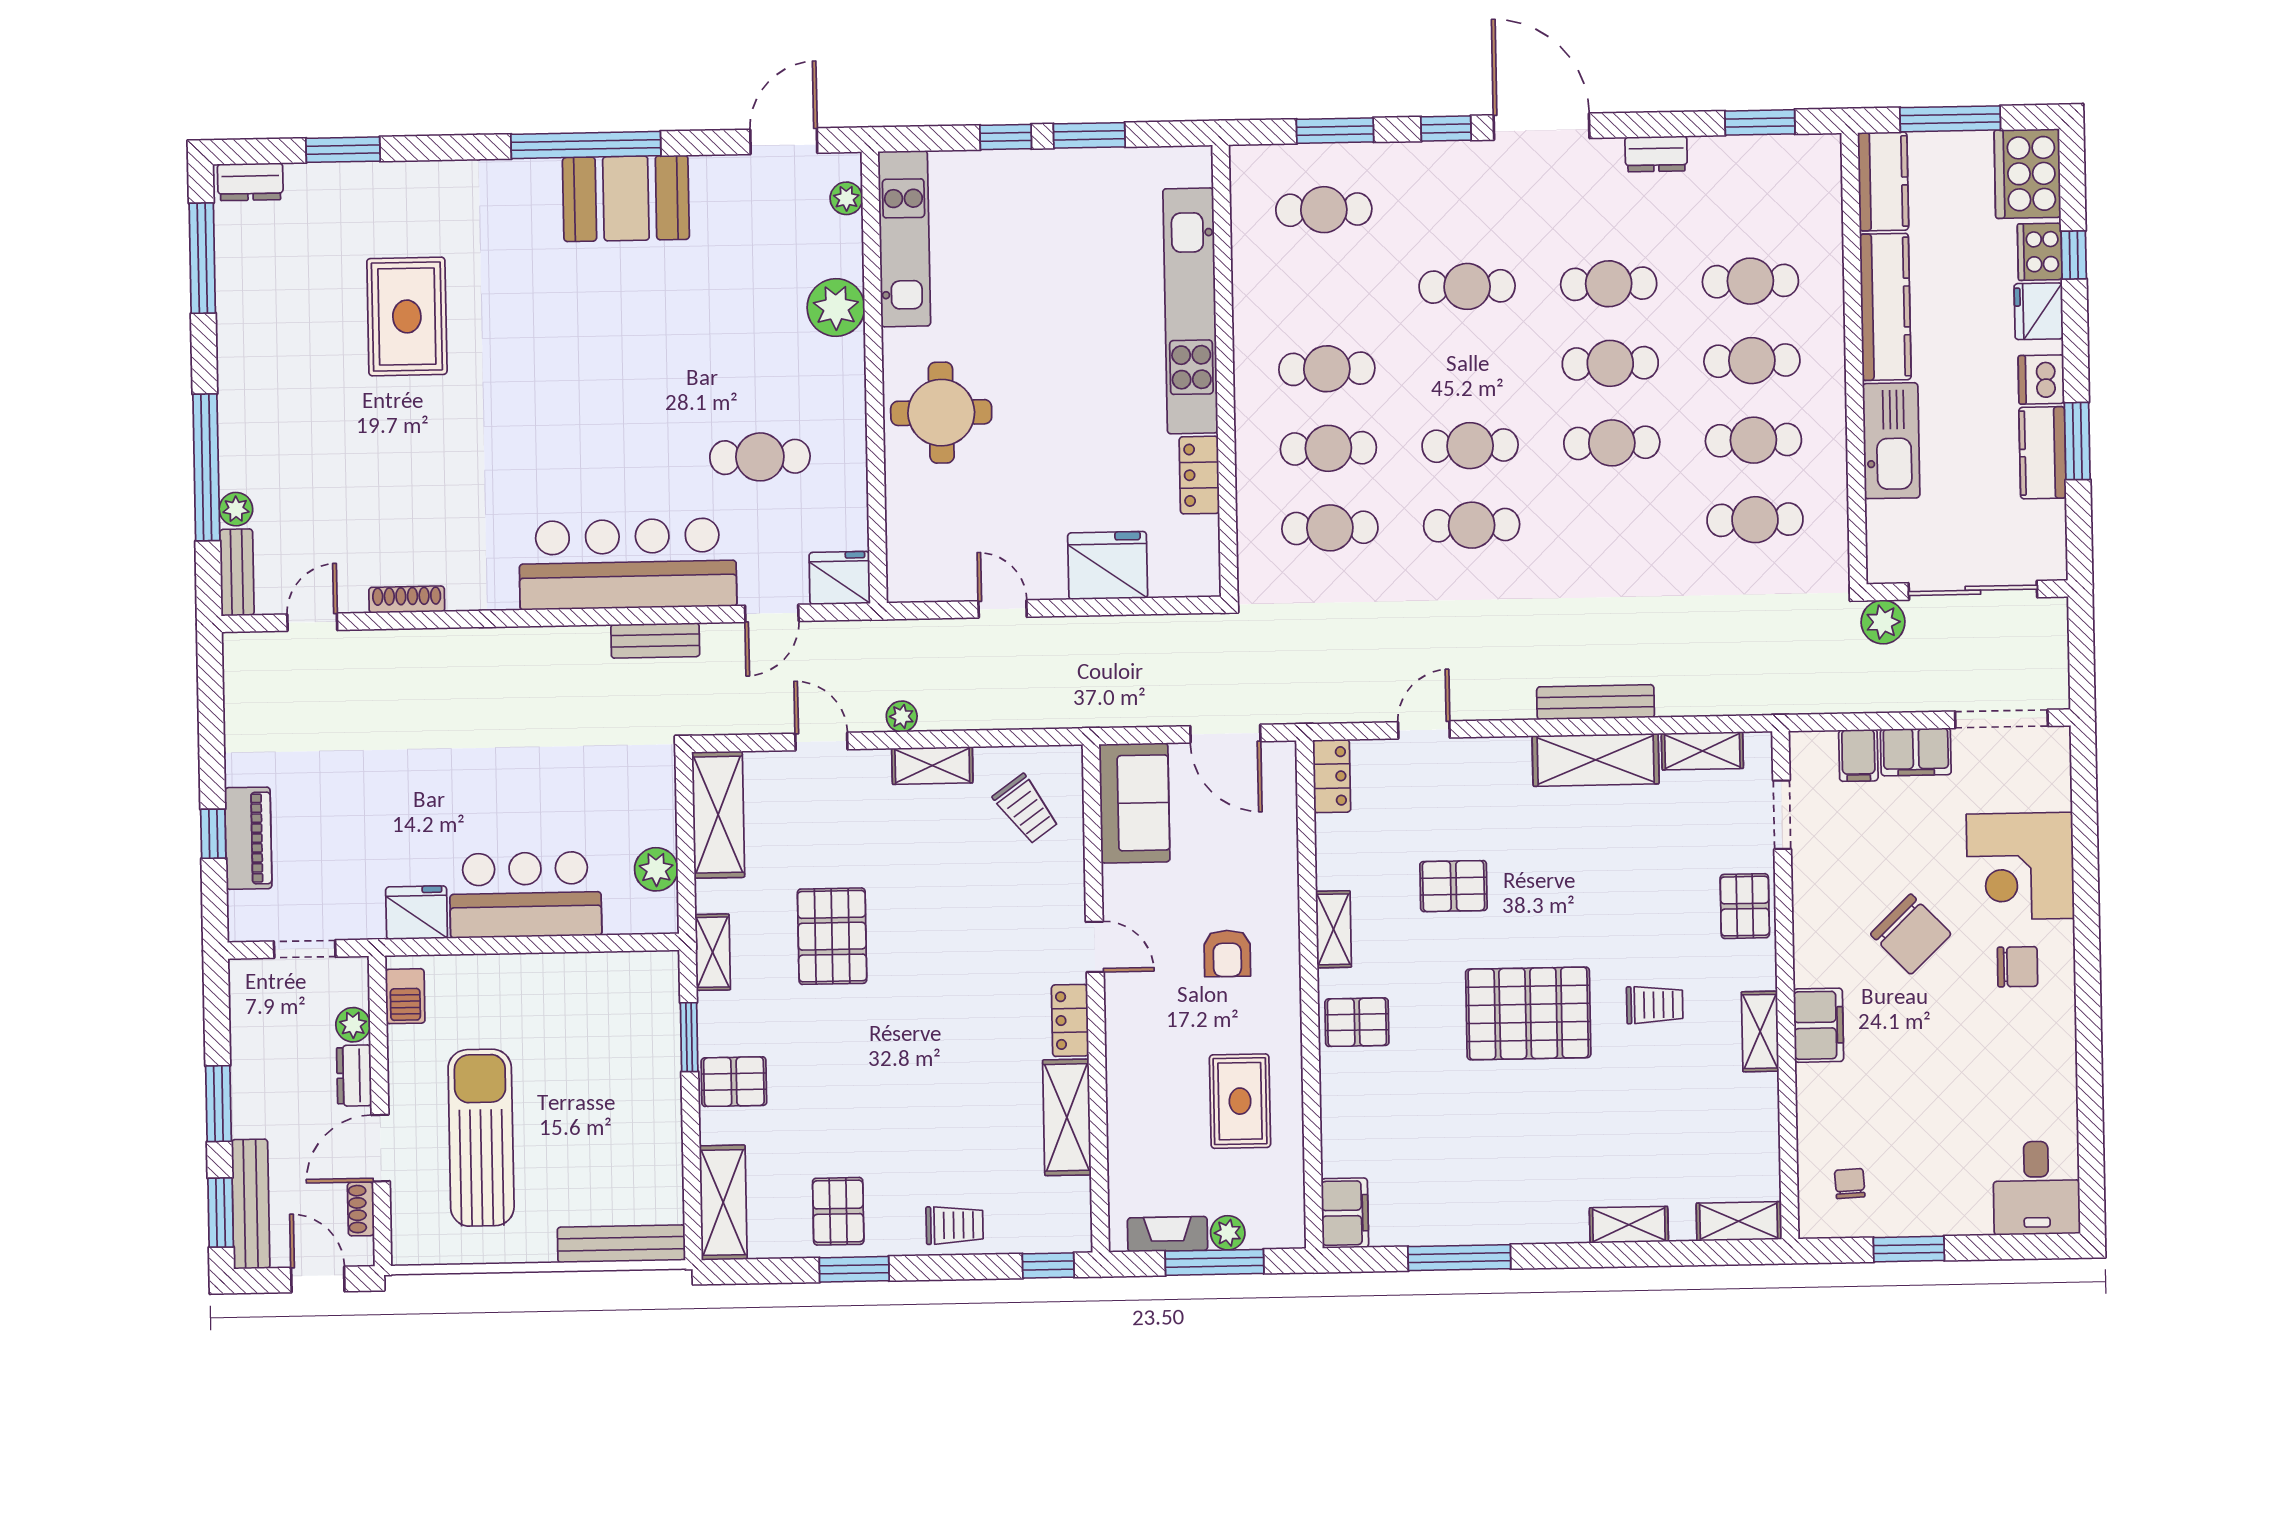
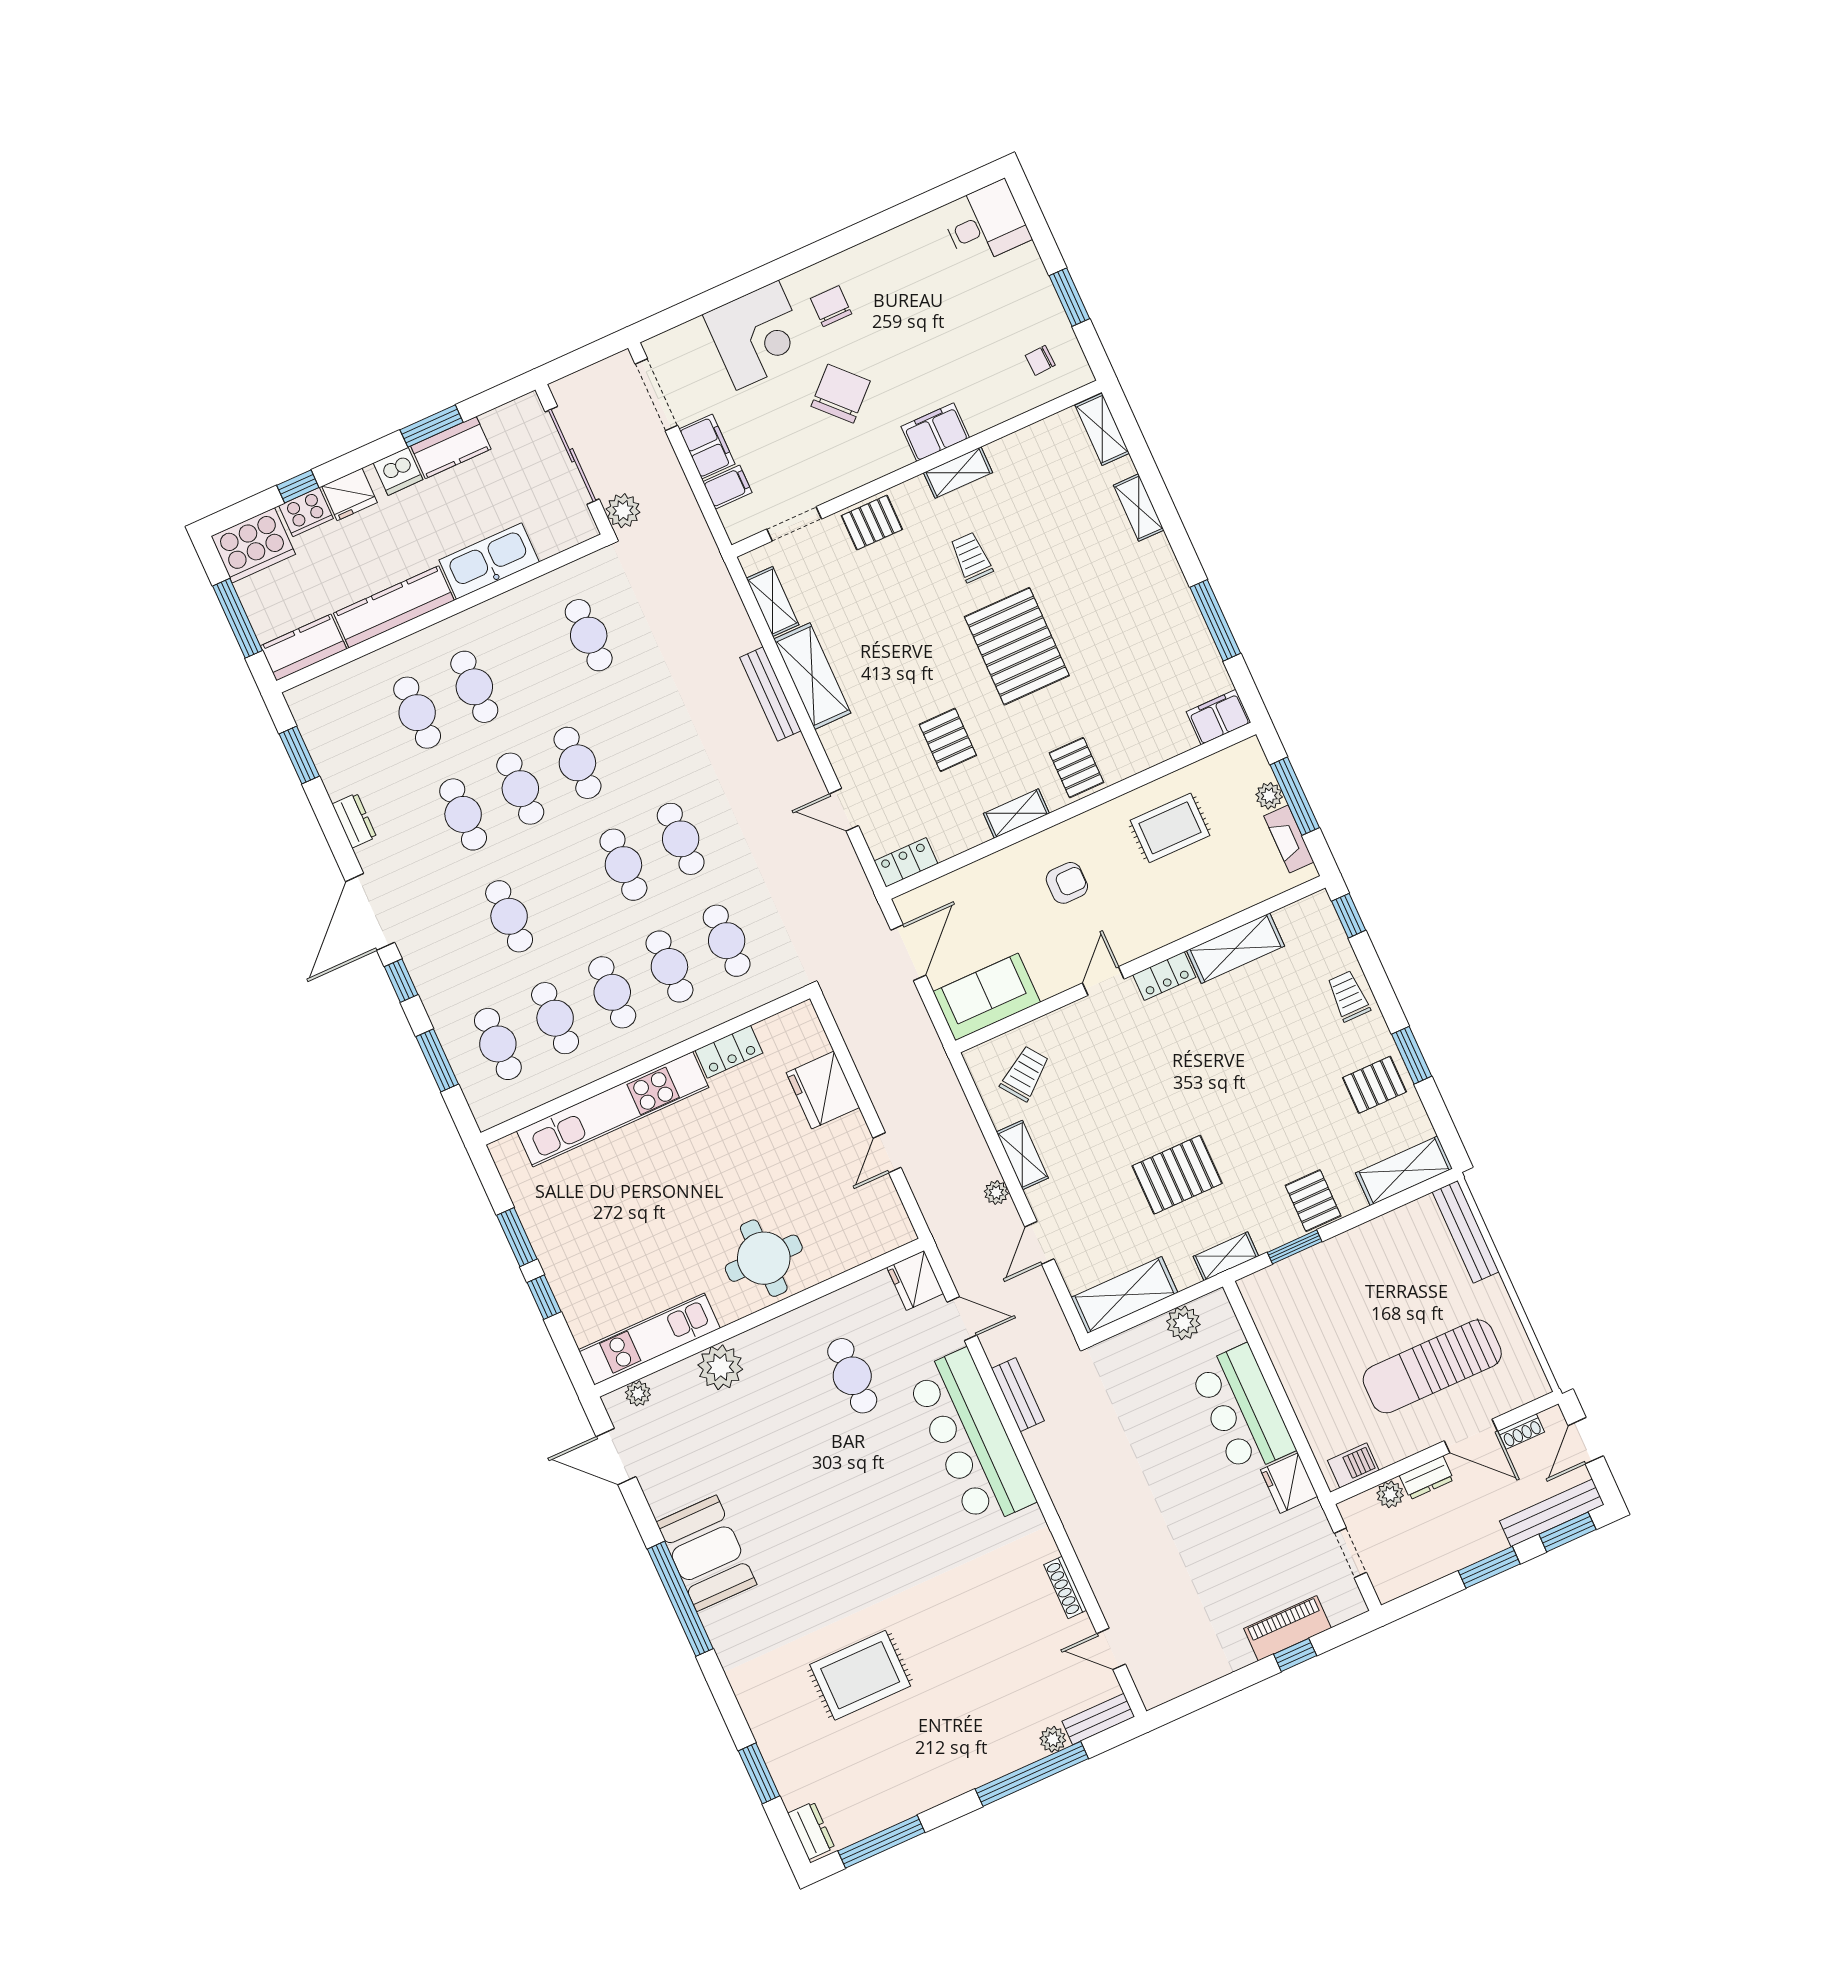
cafe table: (1753, 440) -> (555, 1018), moved

